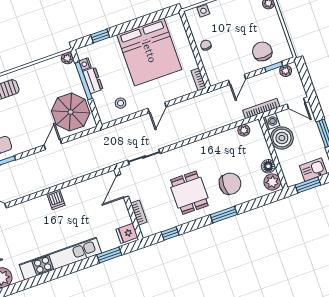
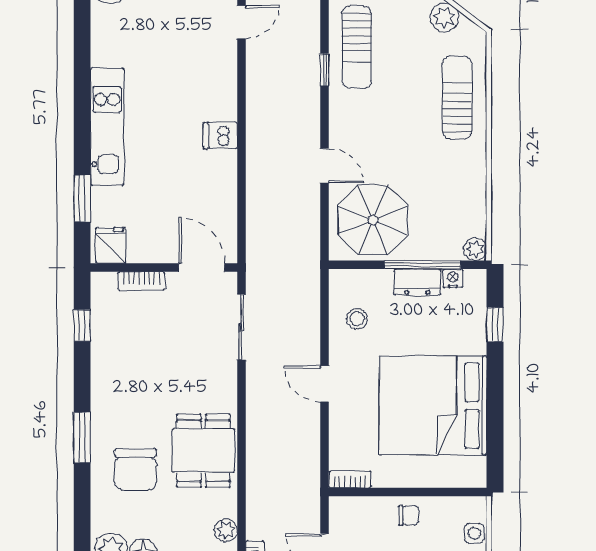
dining table: (189, 193) -> (203, 451), moved, turned 90
kitchen unit: (60, 259) -> (107, 126), width x0.73

